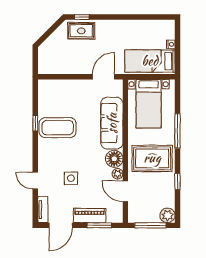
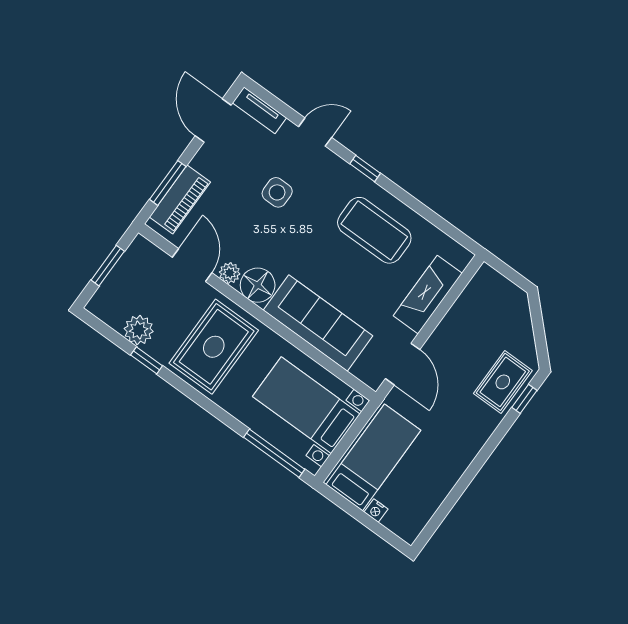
fireplace: (68, 87) -> (428, 295), added
window: (35, 123) -> (365, 168), moved
coffee table: (58, 128) -> (374, 230), turned 90
window: (178, 131) -> (274, 453), moved
door: (125, 191) -> (192, 265), hinge flipped
plant: (168, 215) -> (139, 330), moved
piano: (90, 216) -> (180, 199), moved
window: (150, 225) -> (108, 266), width x0.69

